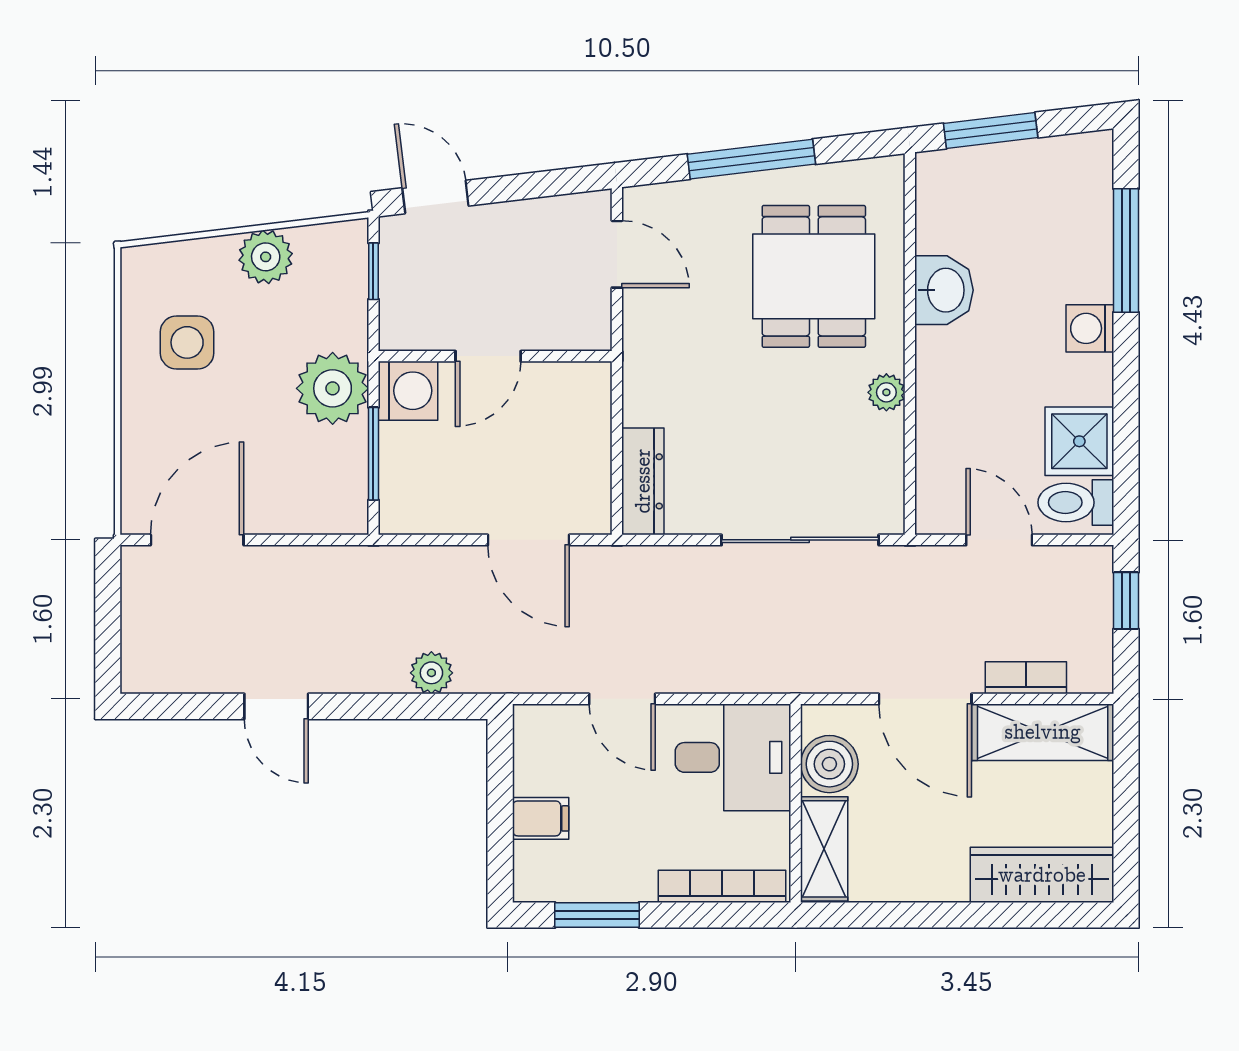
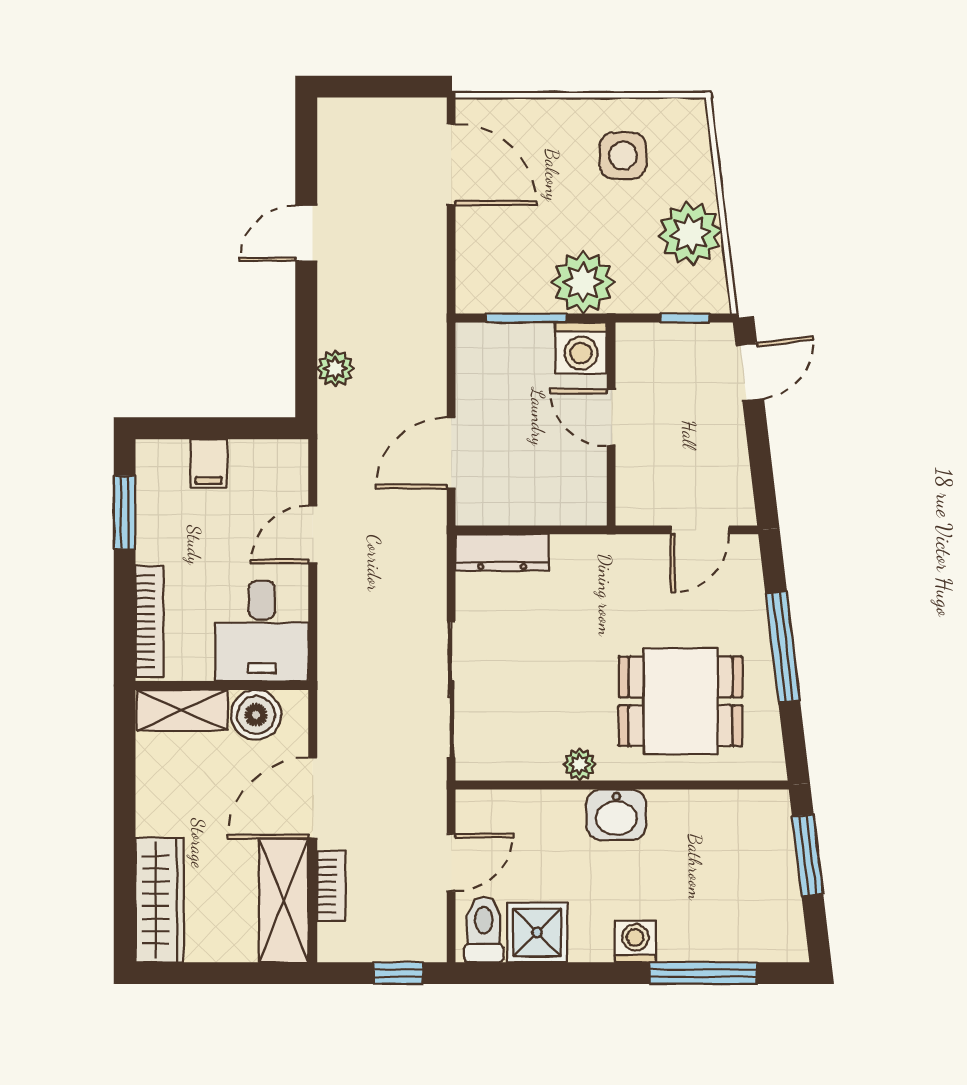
plant: (266, 257) -> (690, 234), width x1.36, depth x1.36
washbasin: (944, 290) -> (616, 815), moved

